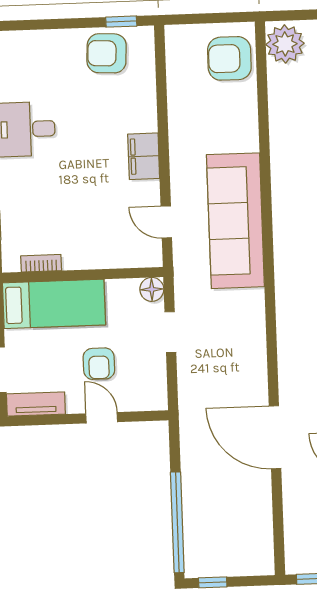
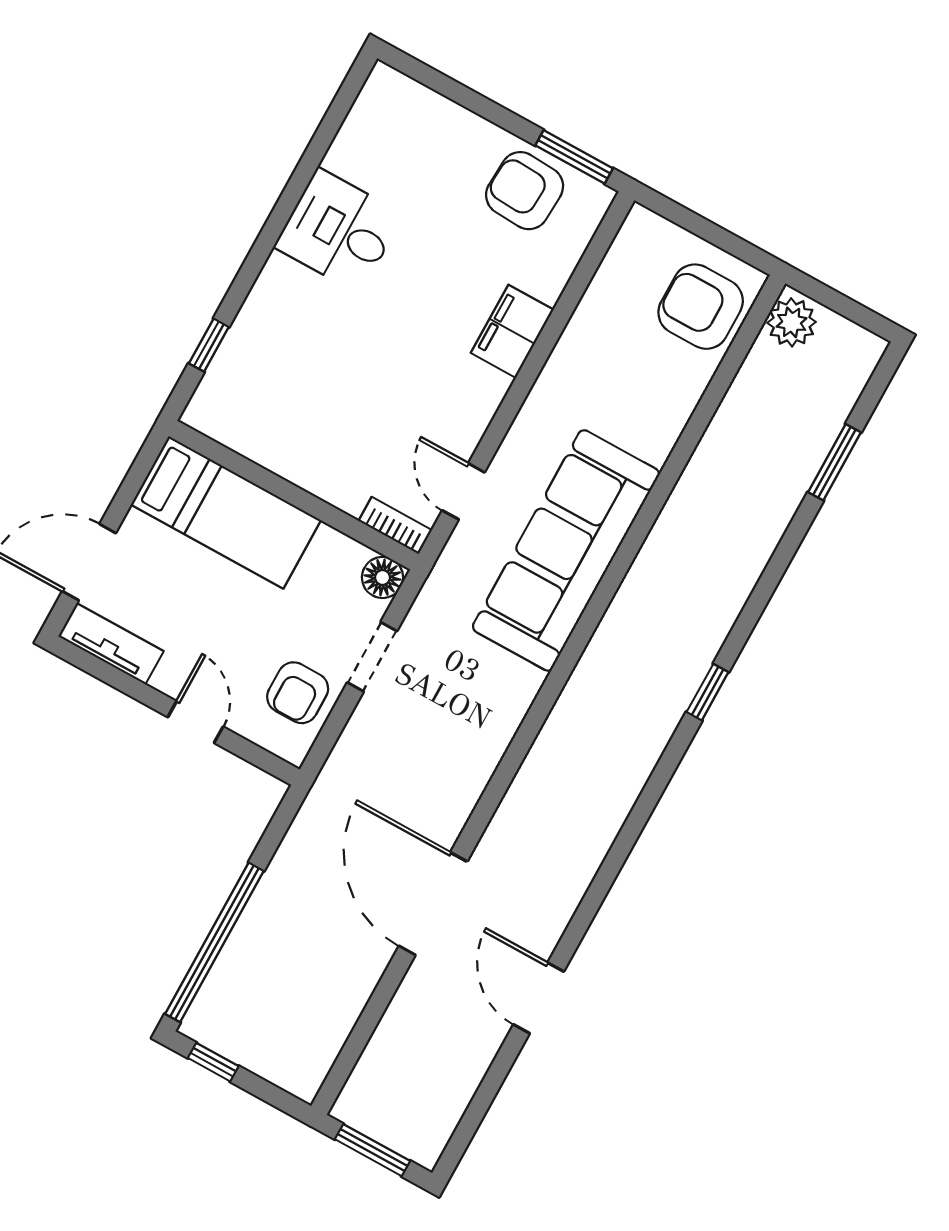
window: (121, 22) -> (574, 157), width x1.50
plant: (285, 44) -> (792, 322), width x0.73, depth x0.73
filing cabinet: (144, 156) -> (512, 331), moved
bookcase: (41, 263) -> (395, 526), moved
armchair: (99, 364) -> (298, 693), moved

